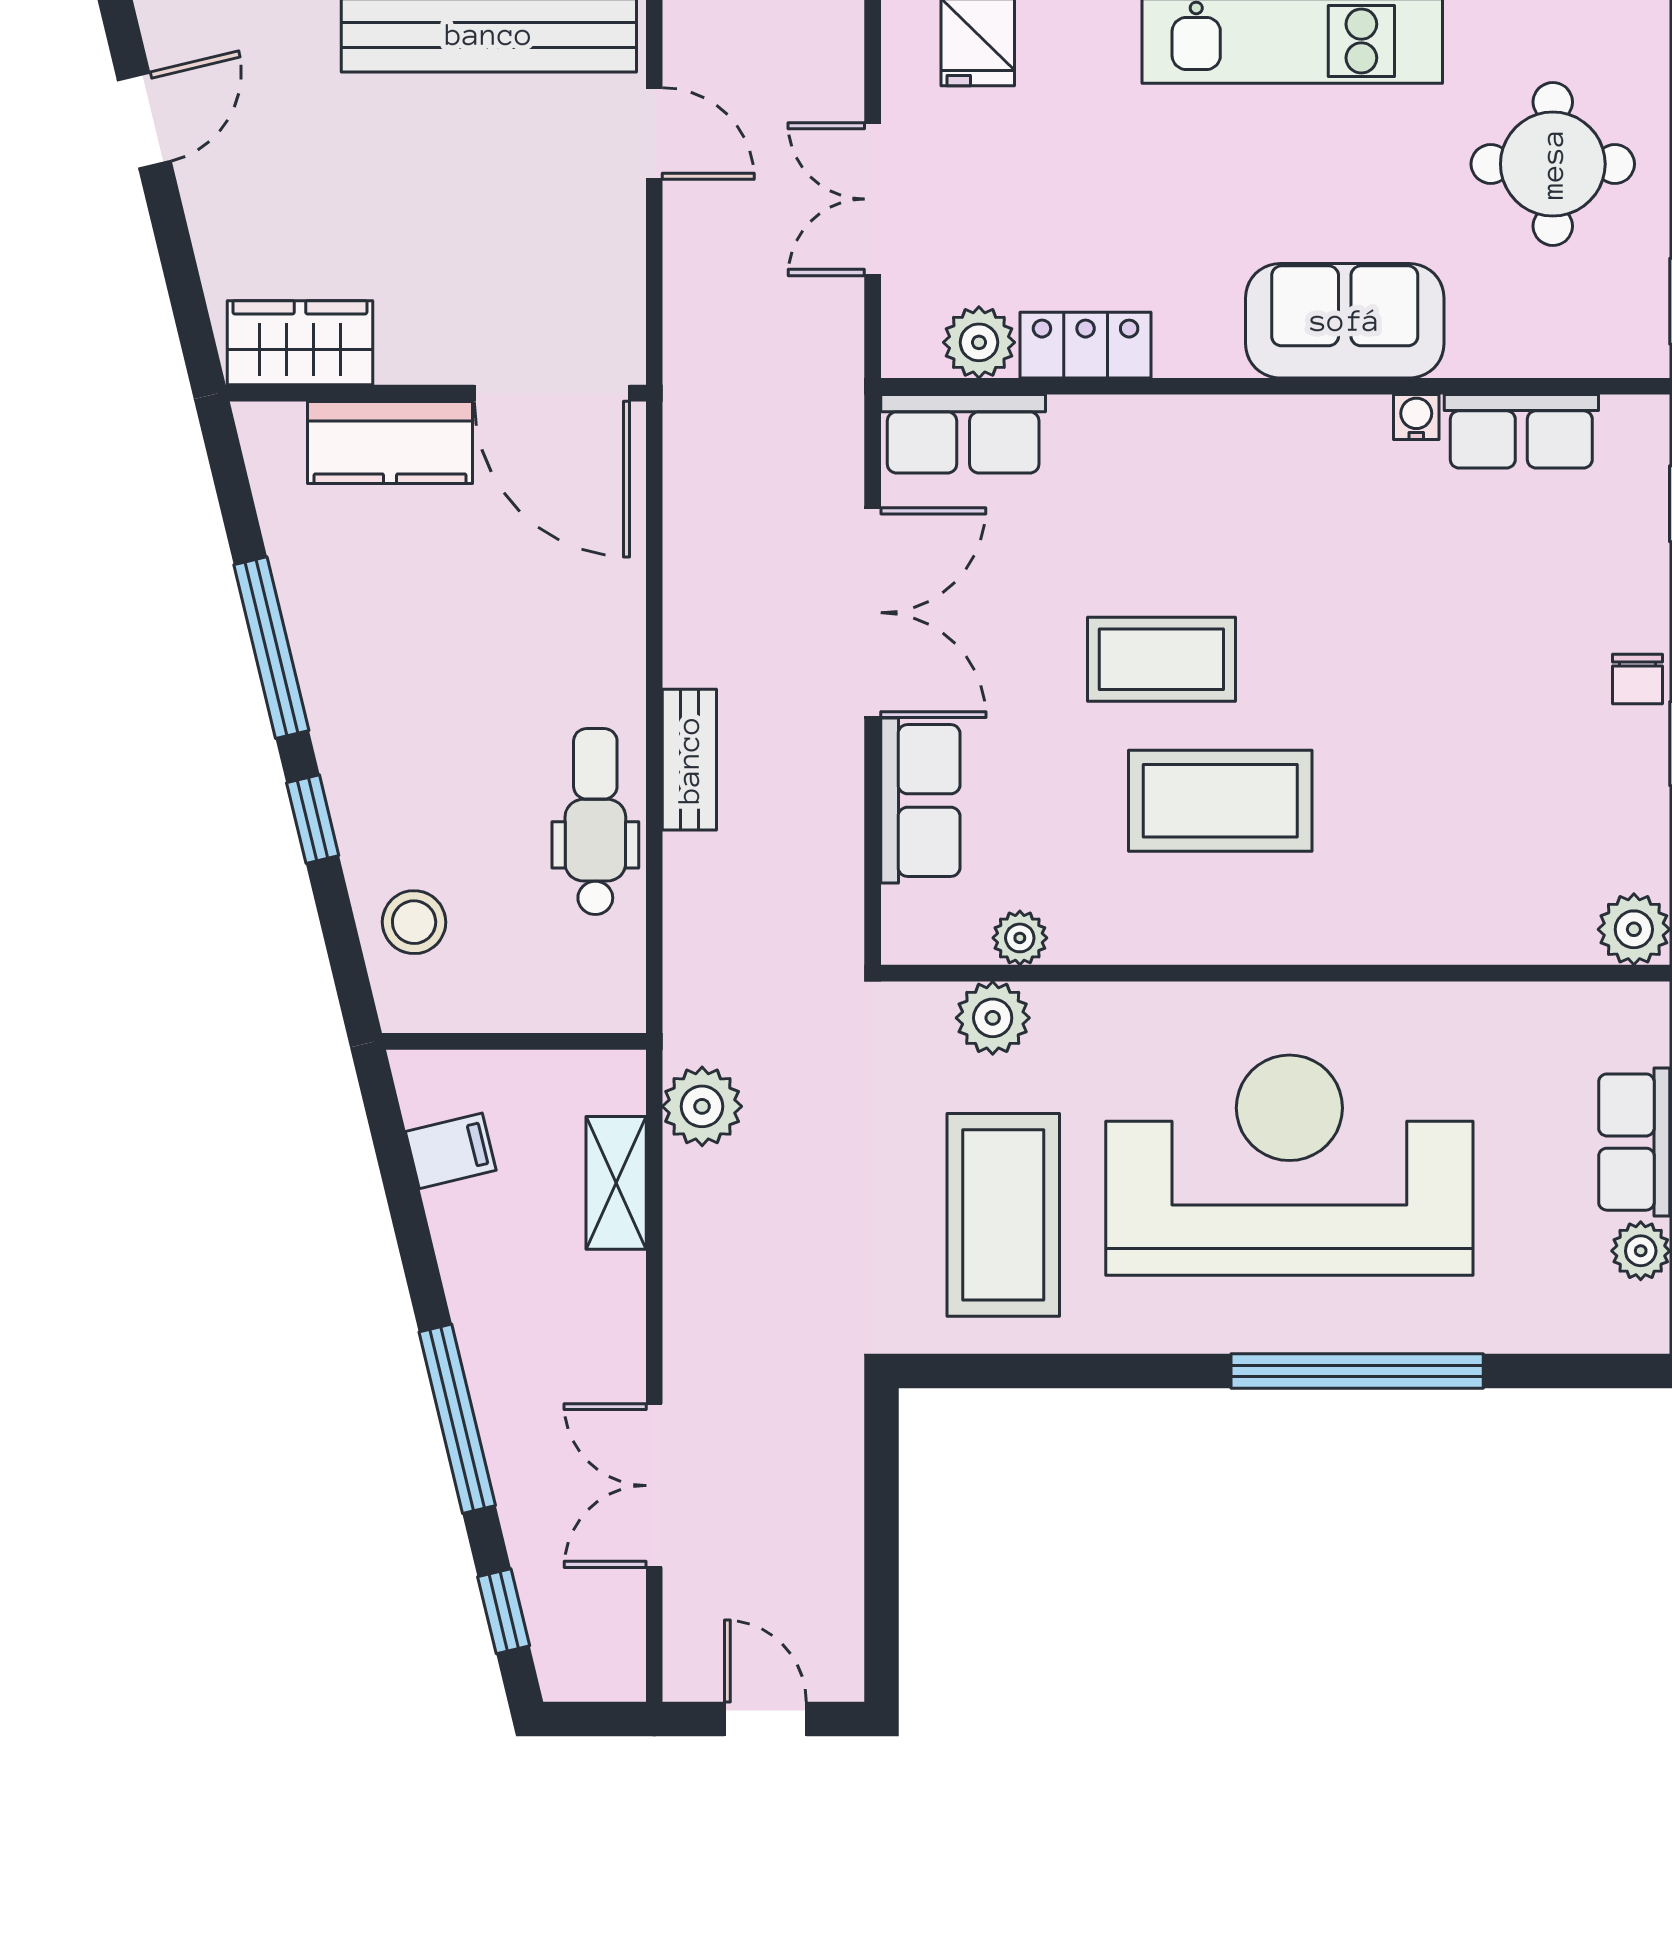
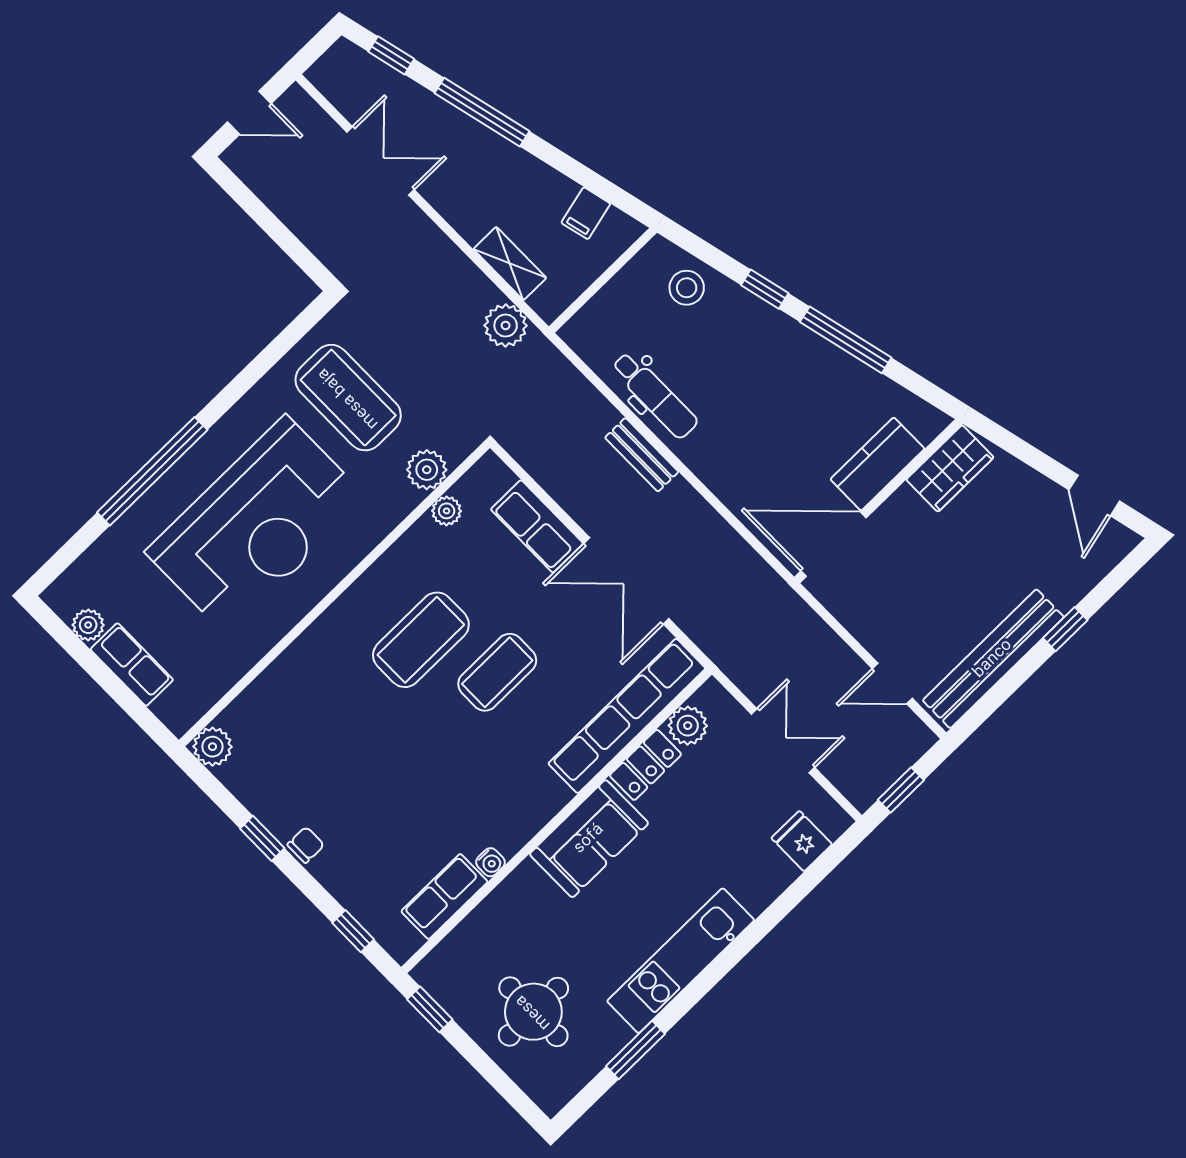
sofa: (1345, 321) -> (589, 839), moved
row of seats: (963, 434) -> (627, 716), width x2.02
chair: (1638, 679) -> (306, 845), turned 90

